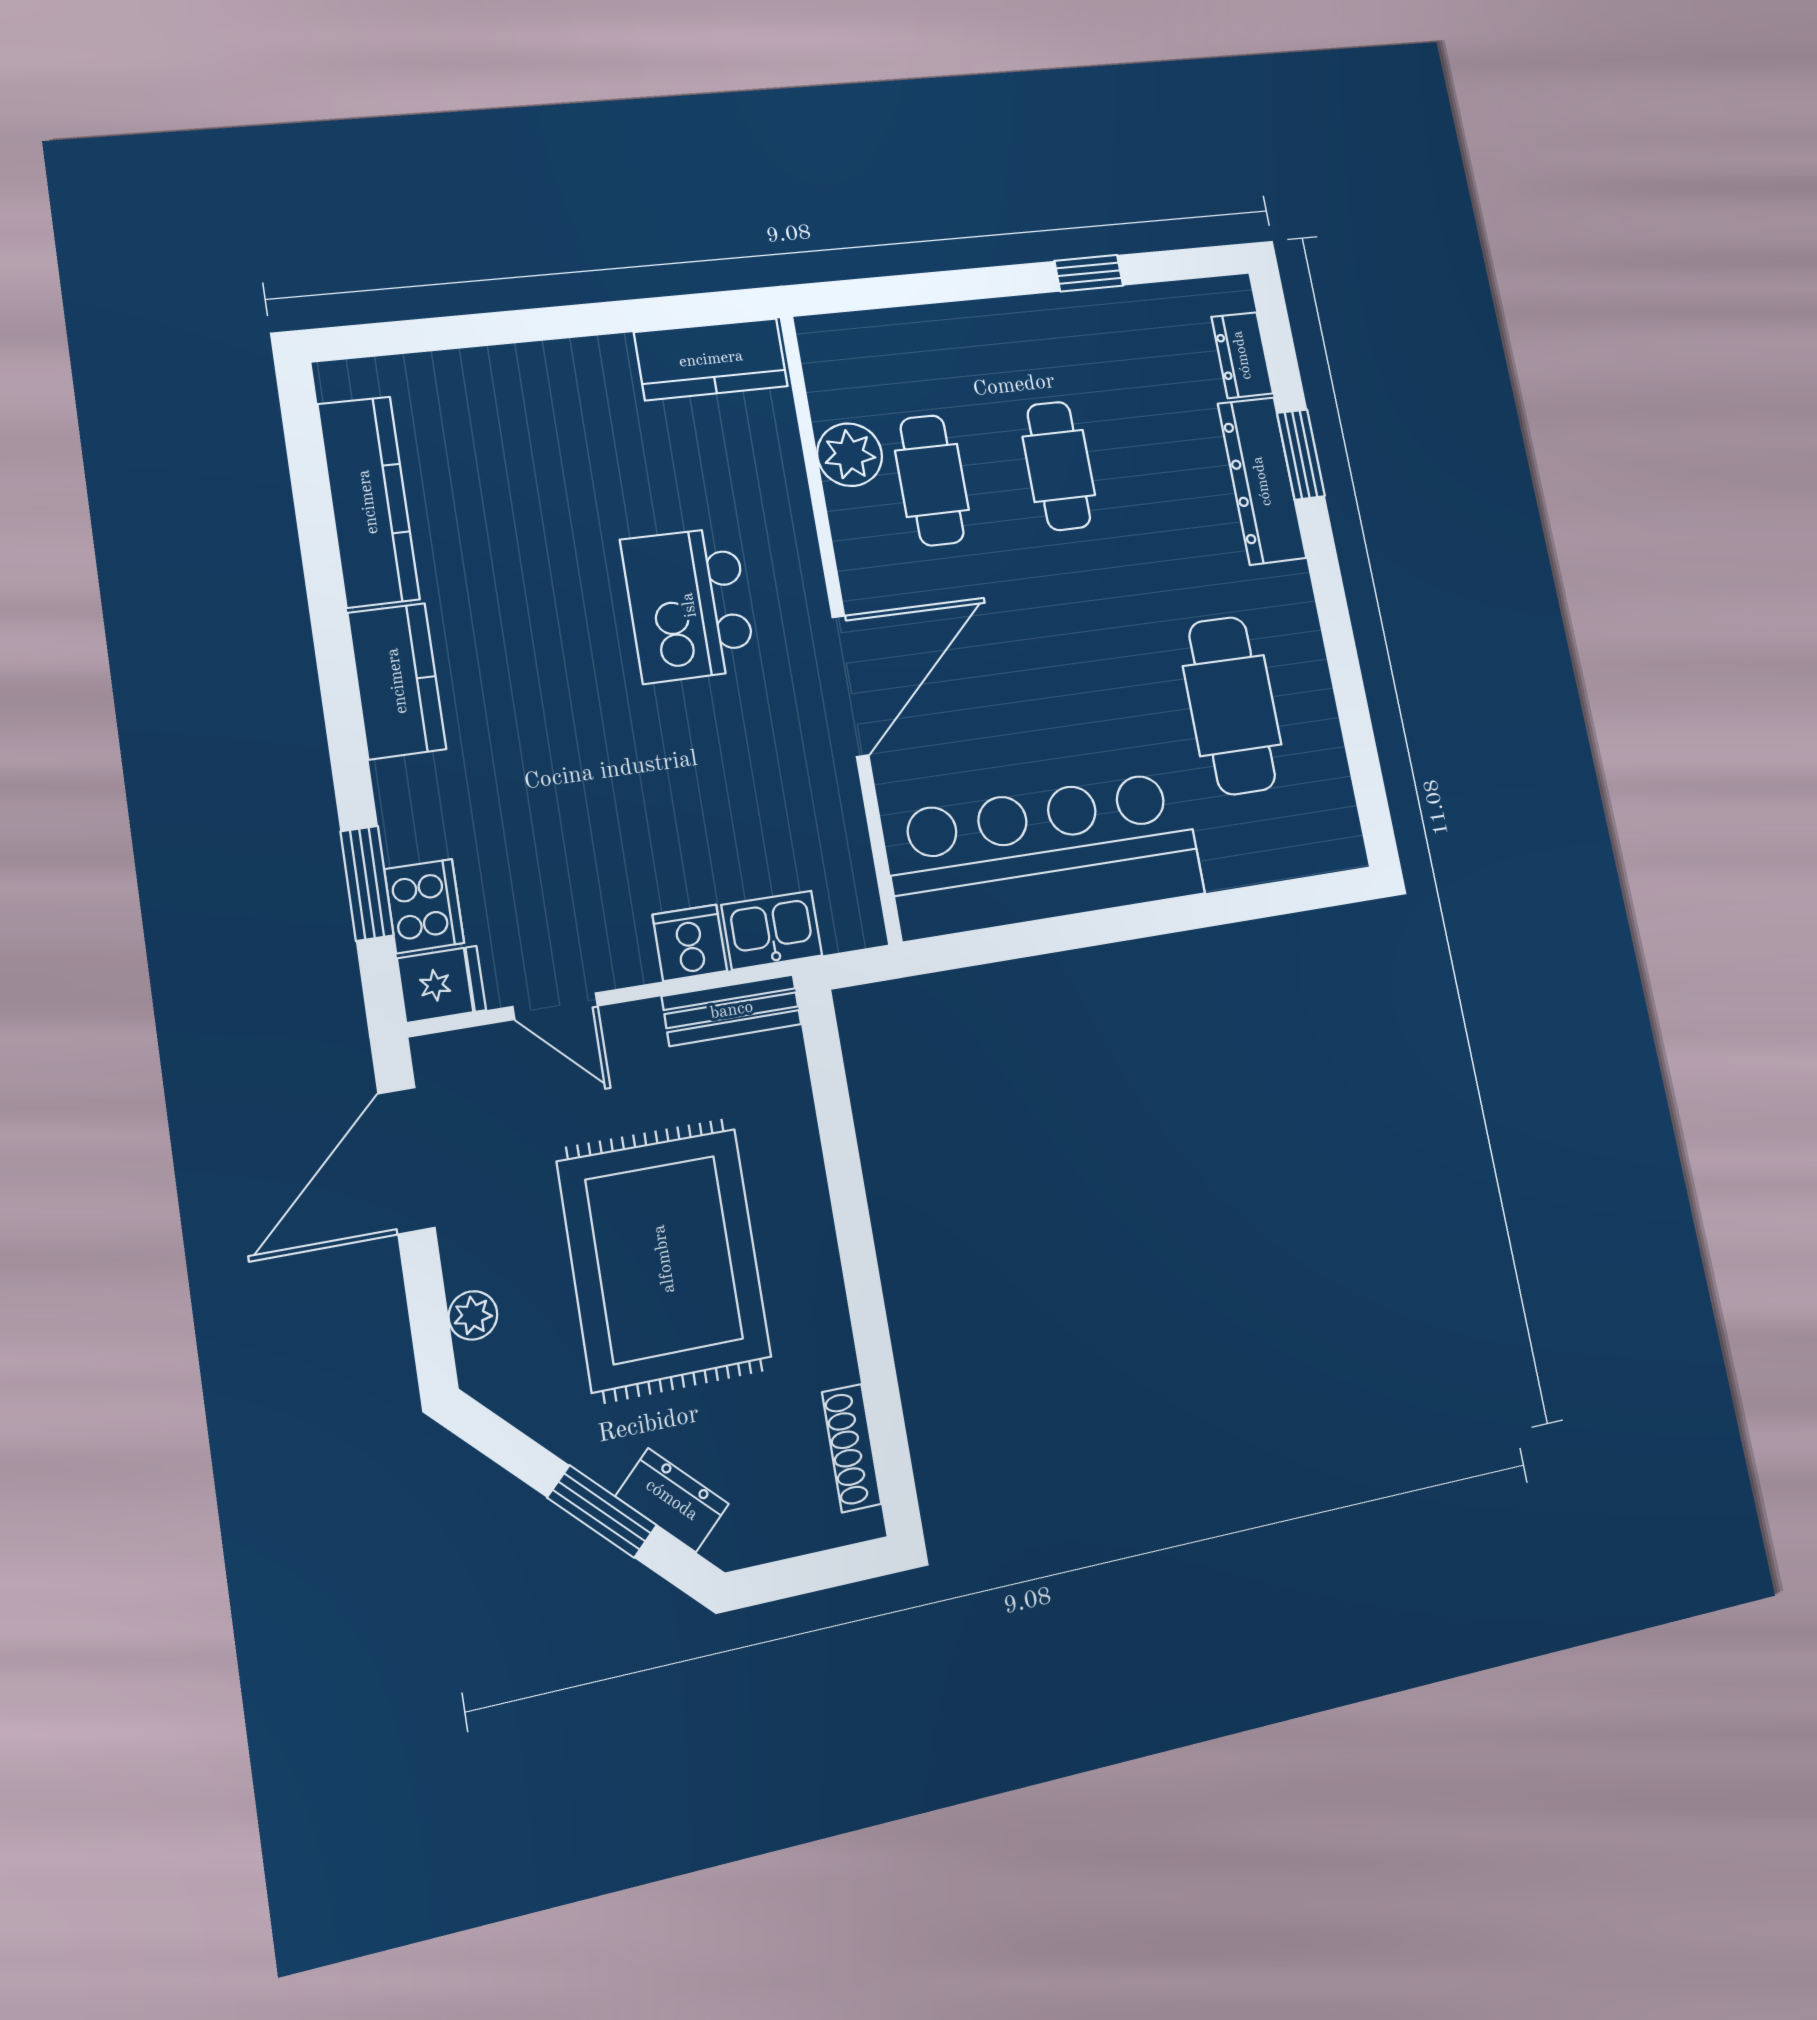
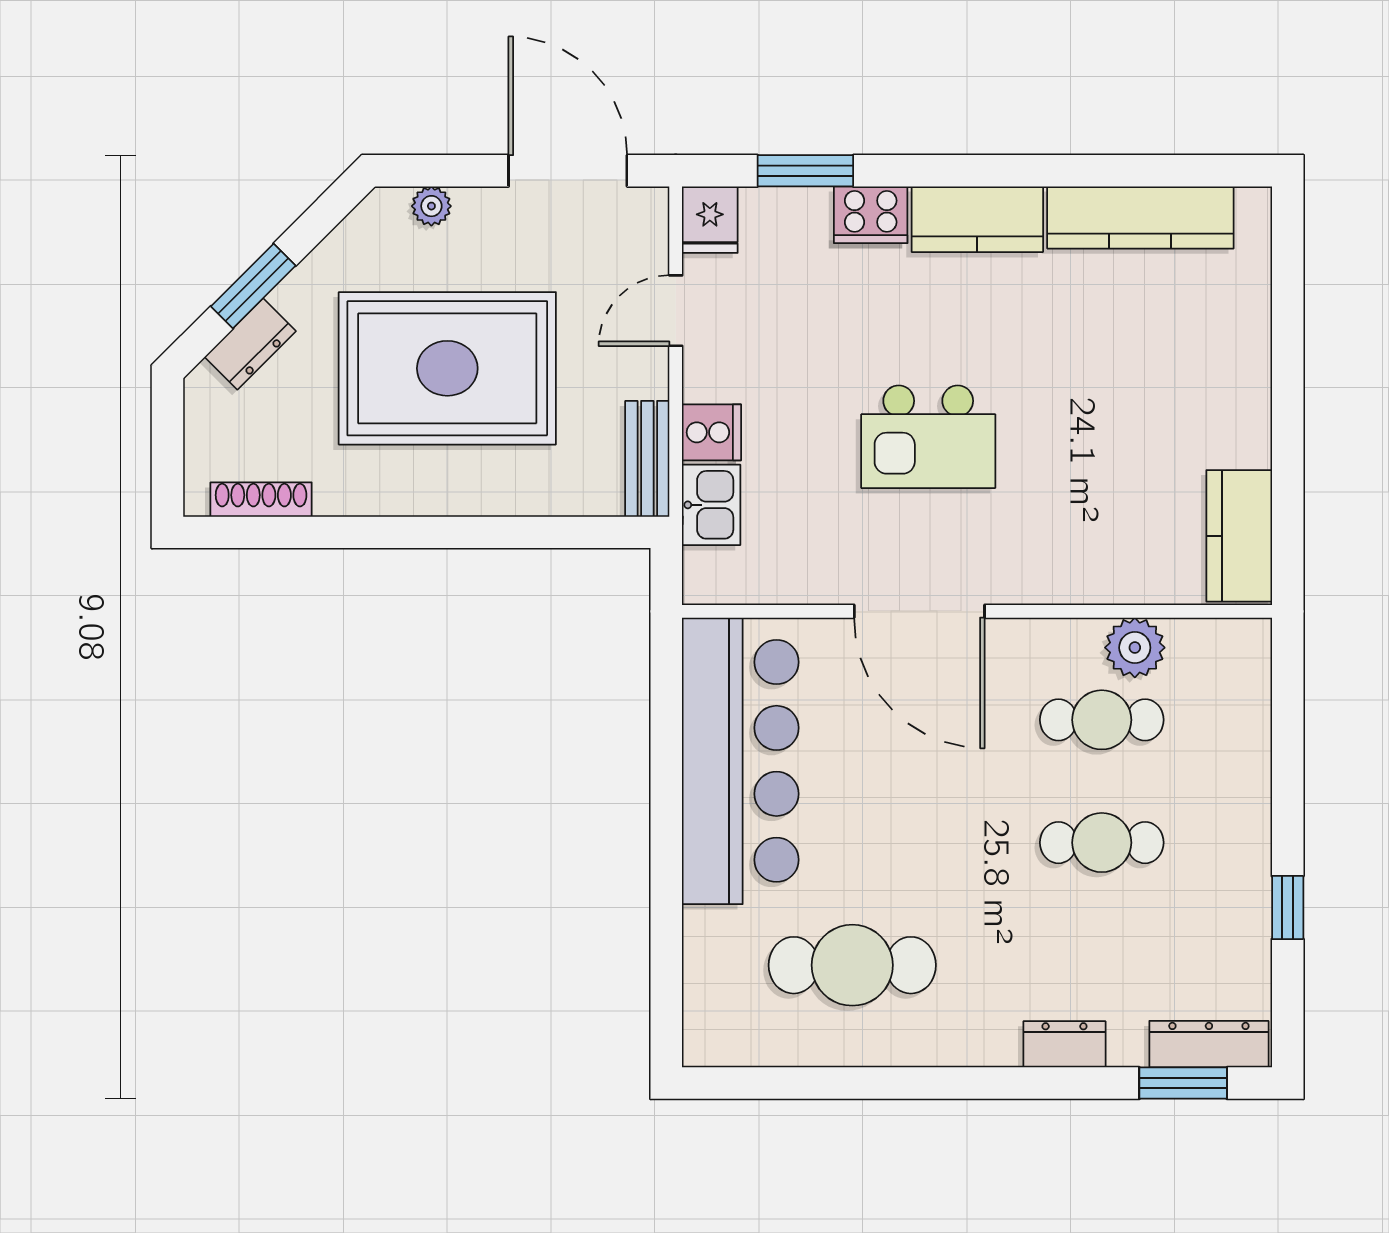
dresser: (1242, 355) -> (1209, 1044), width x1.44
window: (1301, 454) -> (1183, 1083), moved
dresser: (1262, 481) -> (1064, 1044), width x0.51, depth x0.80
kitchen island: (689, 605) -> (928, 437), moved, turned 180
cooker: (424, 906) -> (871, 215), moved

